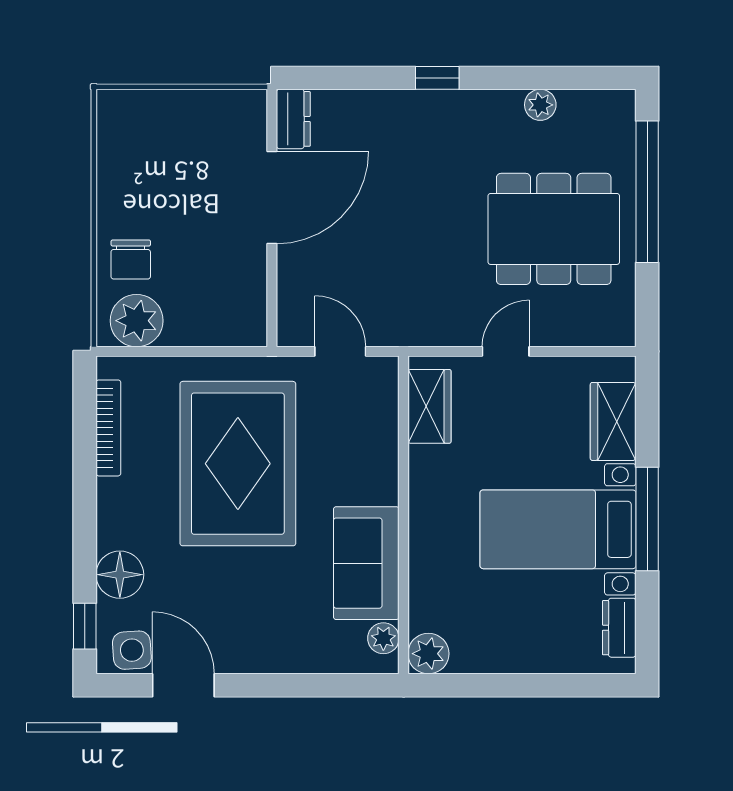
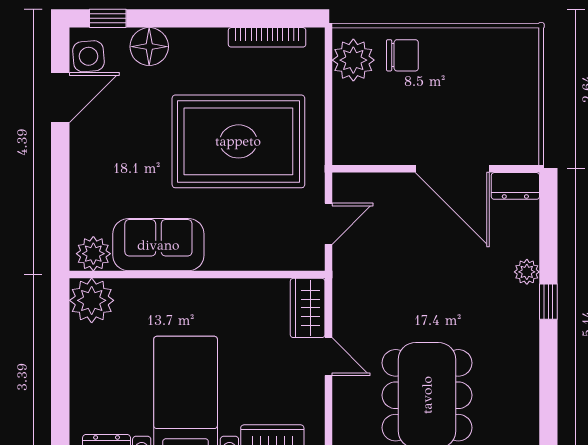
plant: (540, 105) -> (527, 272), moved
chair: (131, 260) -> (402, 55), turned 180
wardrobe: (430, 406) -> (308, 308), moved, turned 90
plant: (383, 638) -> (93, 254), width x1.38, depth x1.38
plant: (428, 654) -> (92, 300), width x1.36, depth x1.36

